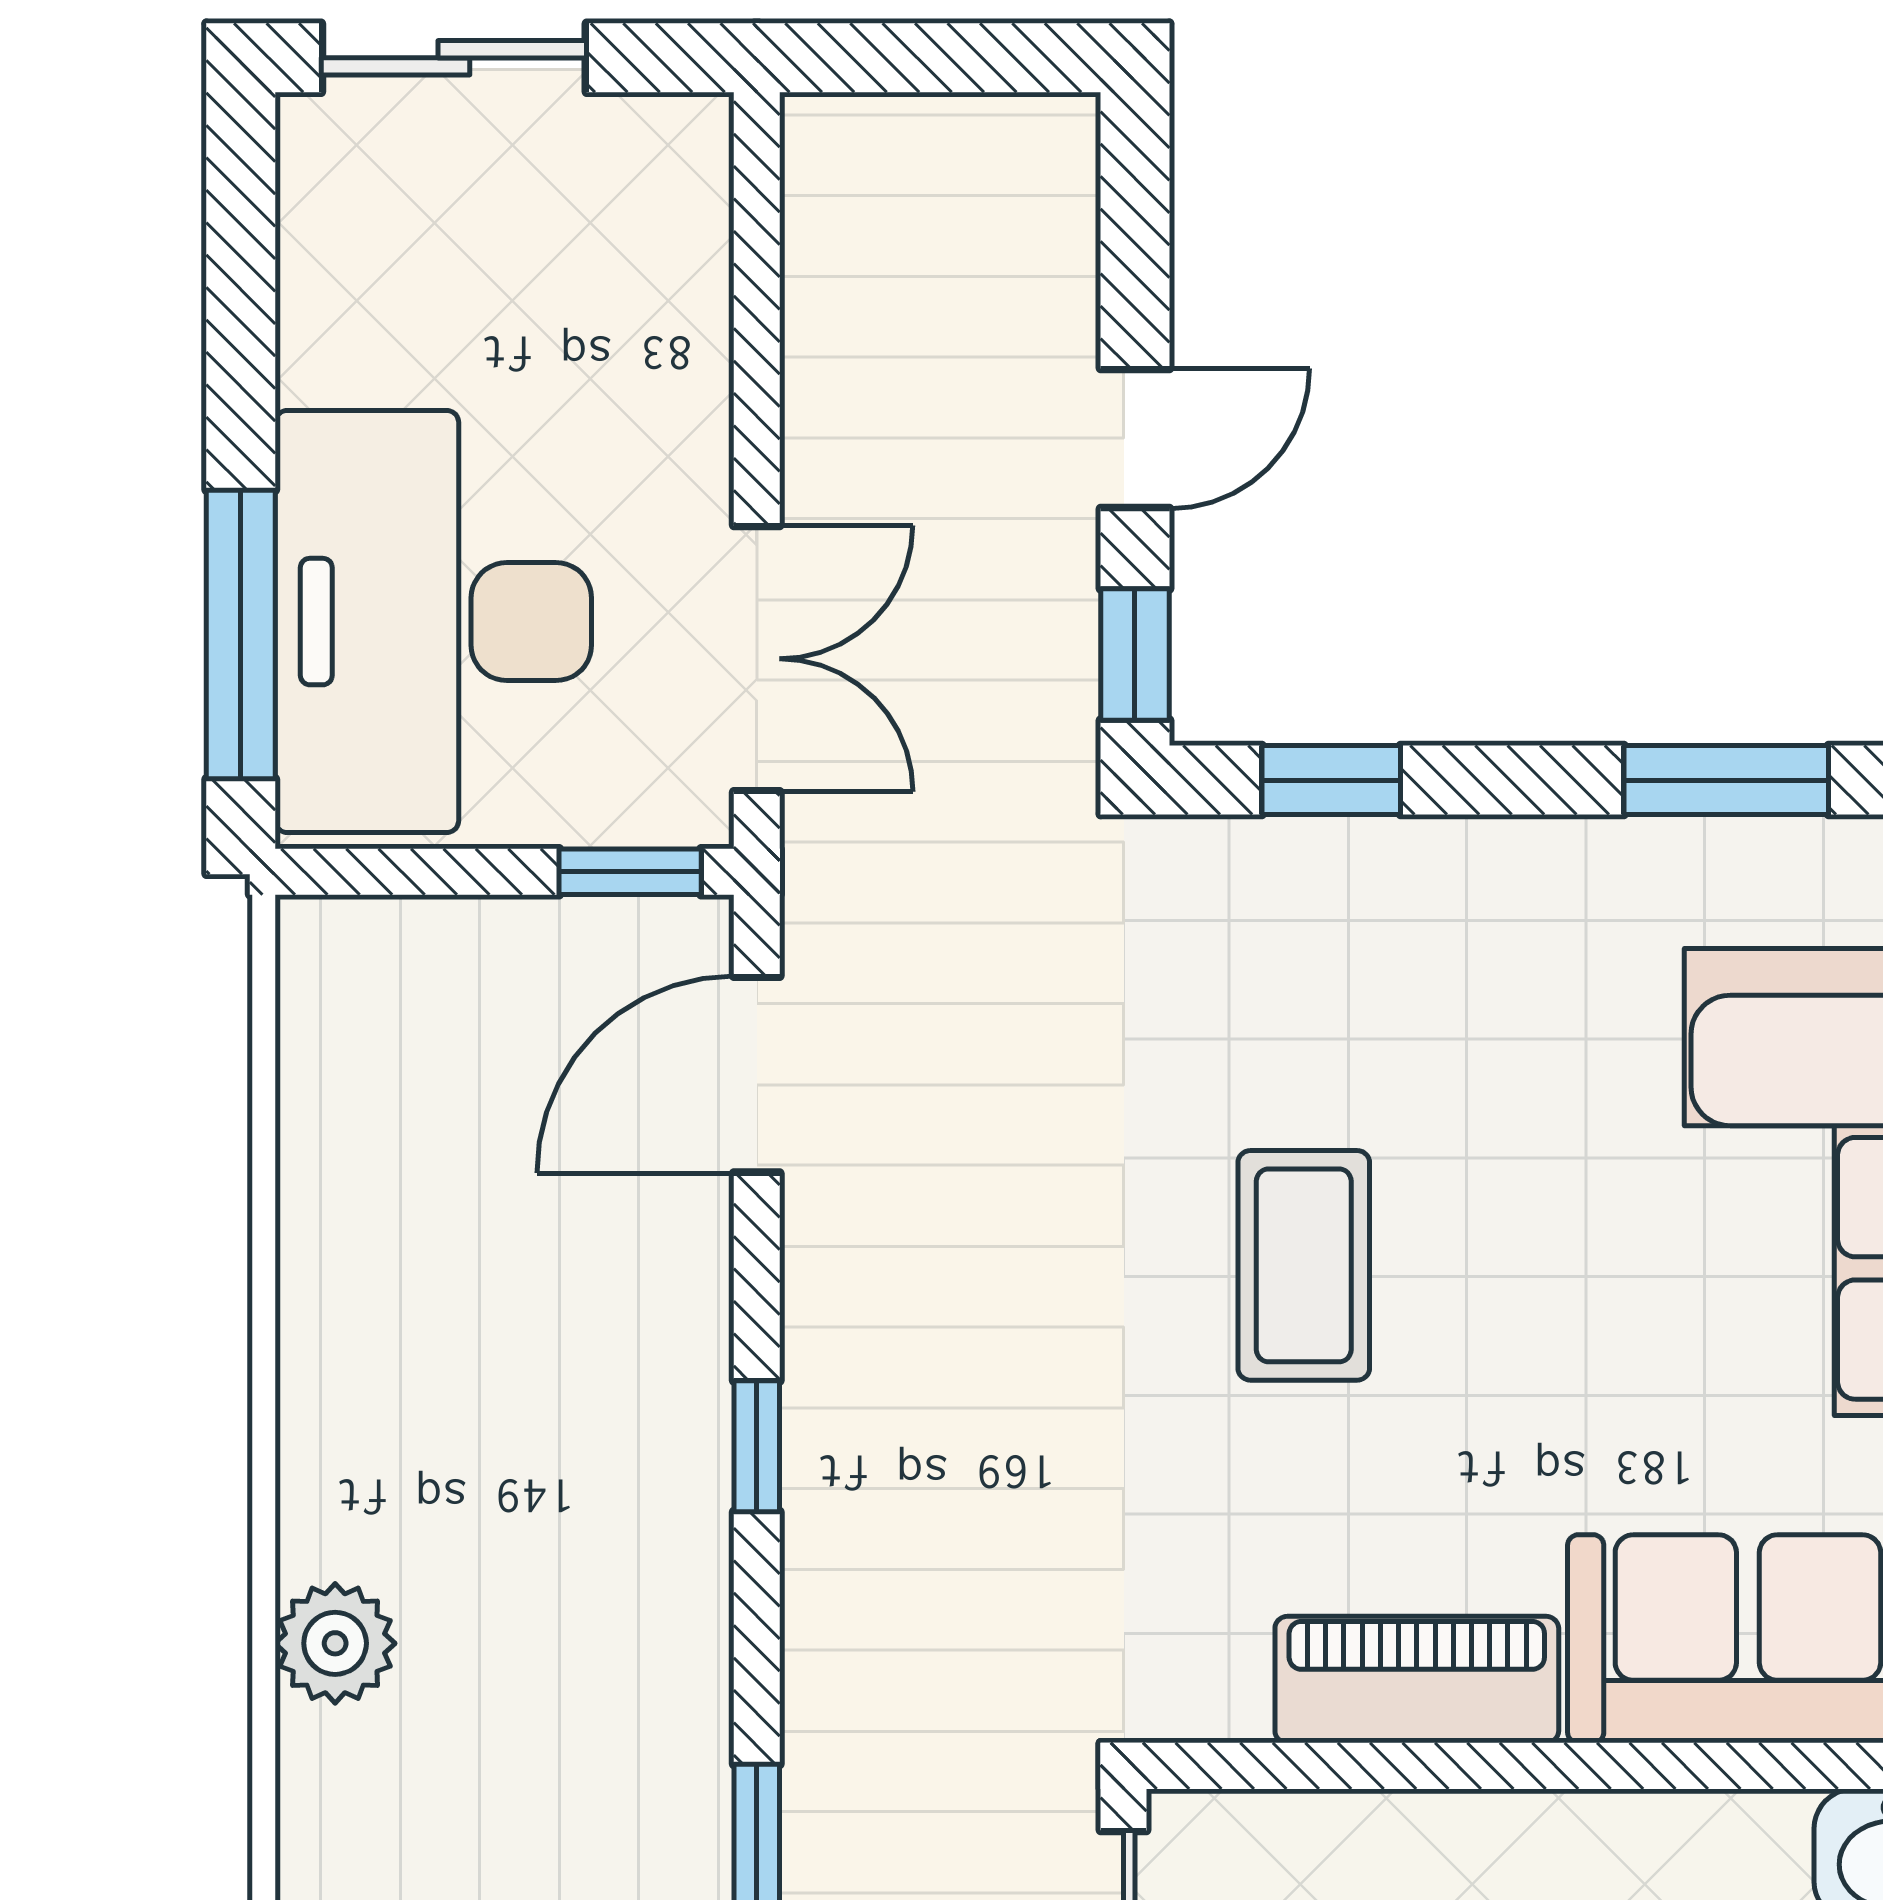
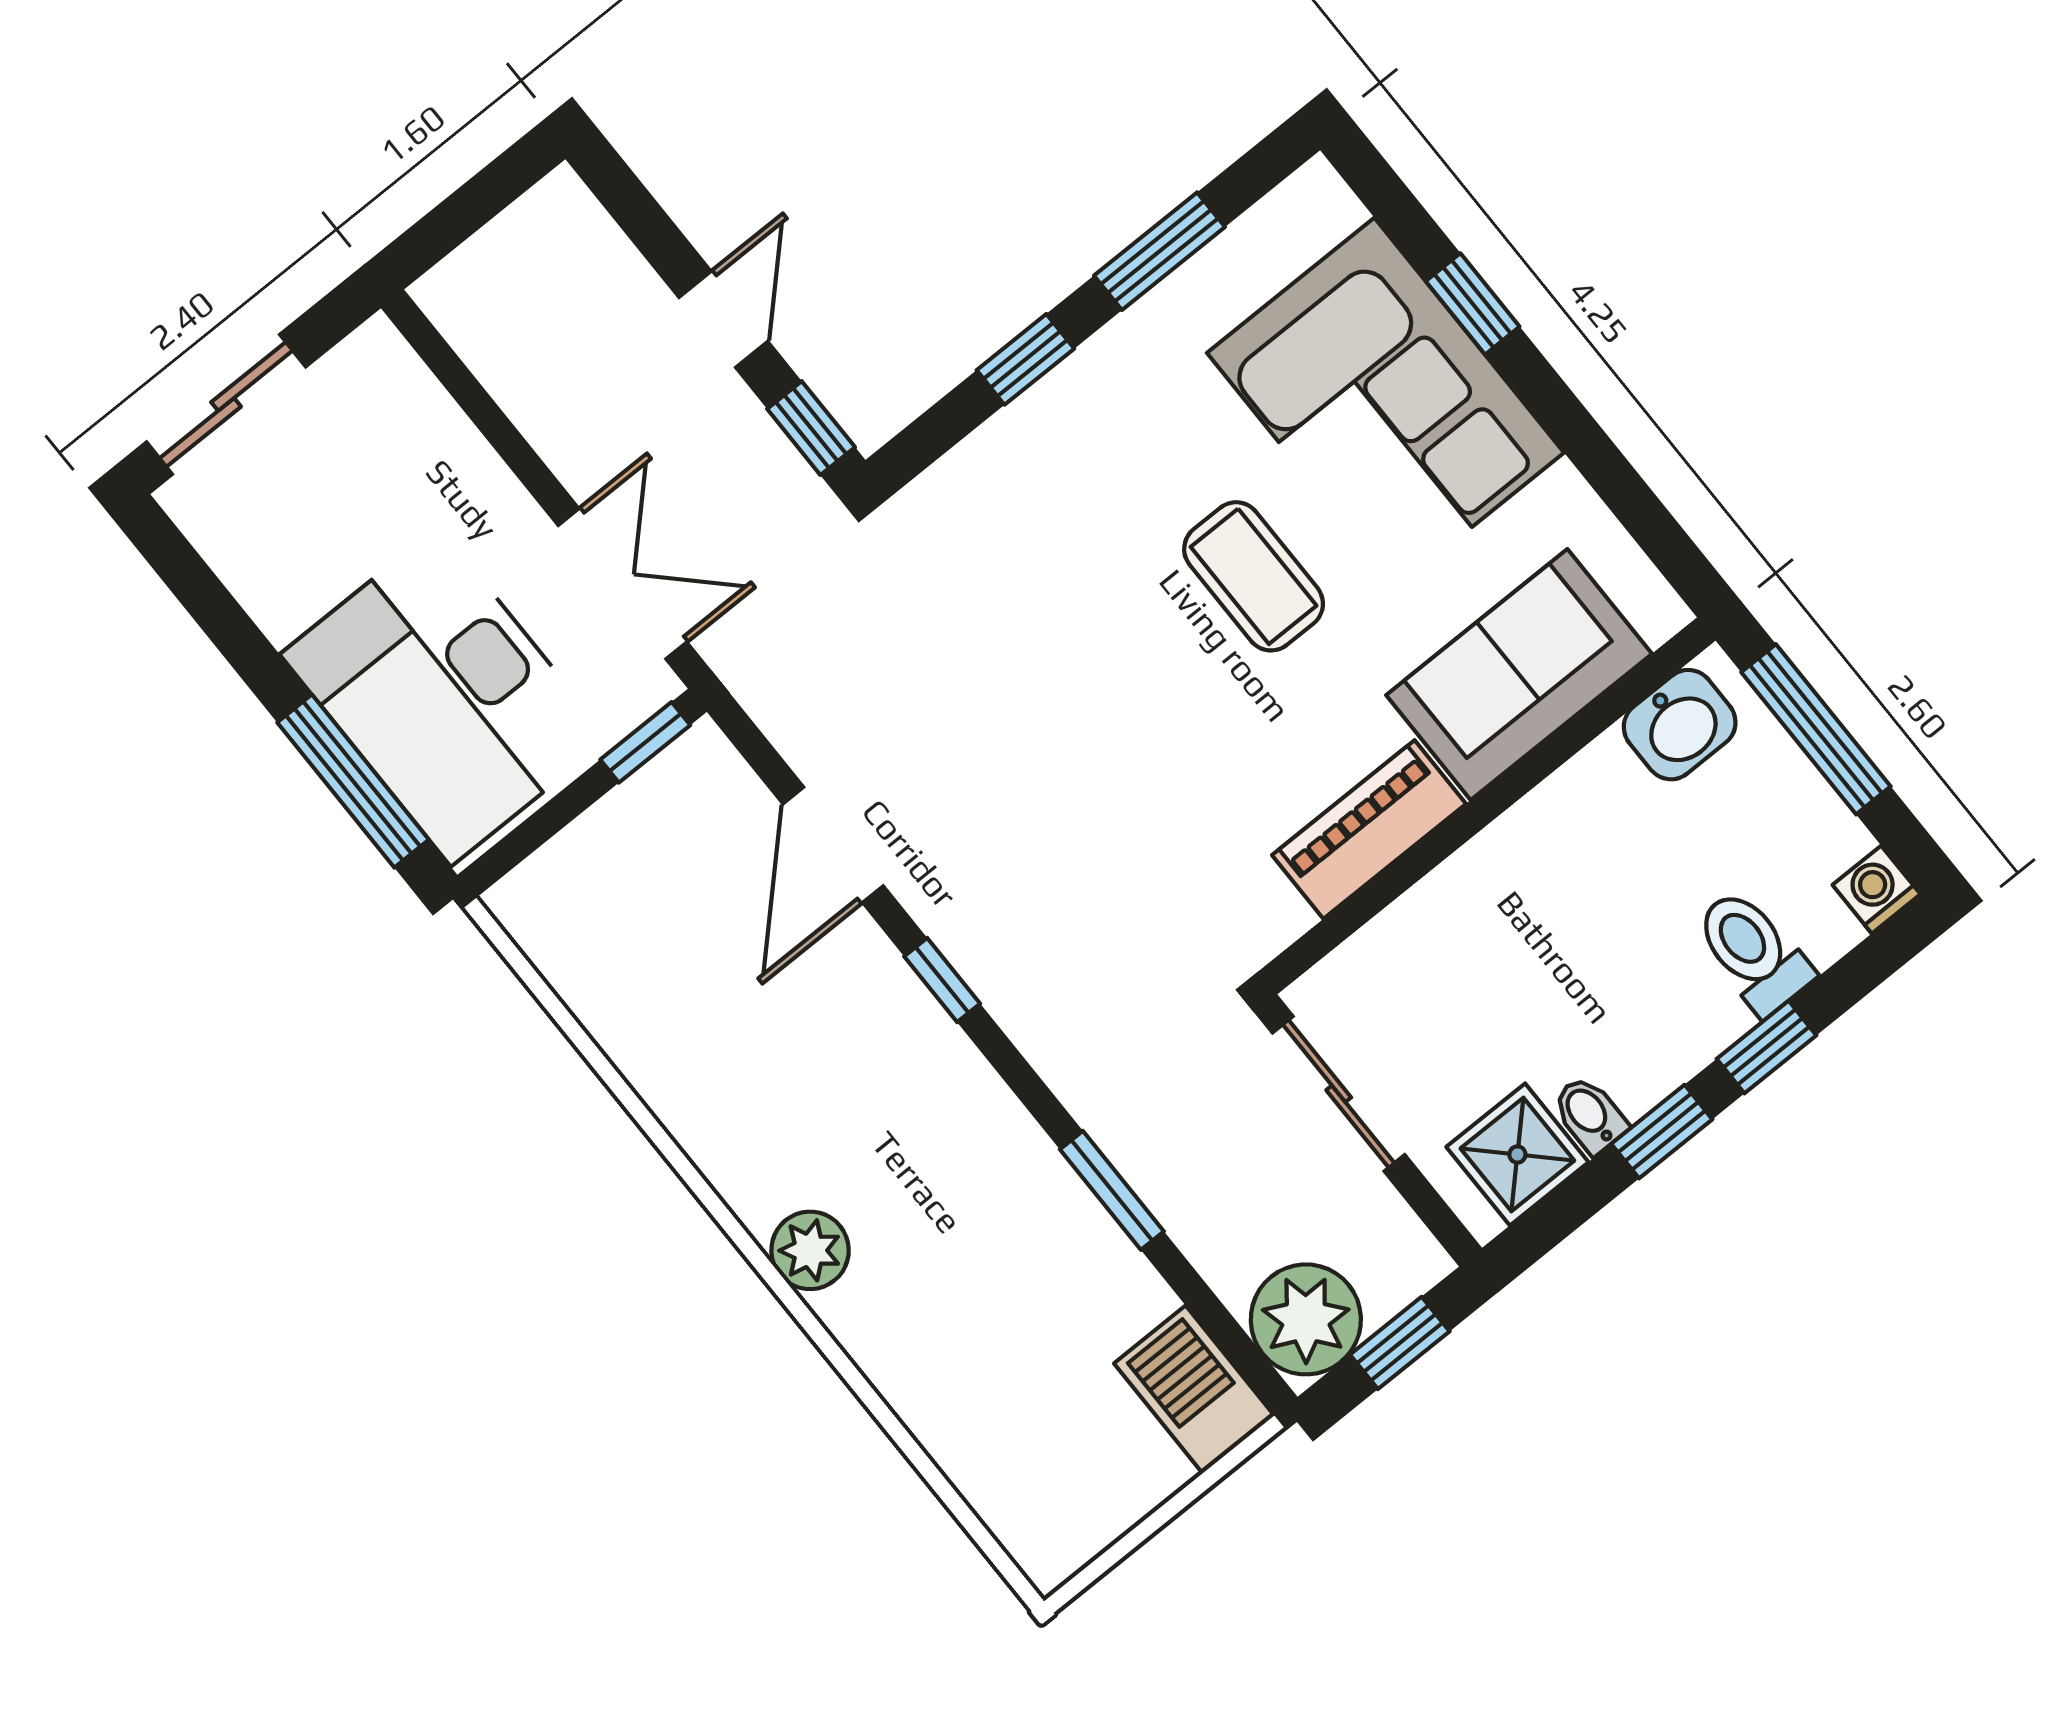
window: (1331, 780) -> (1025, 359), moved
door: (757, 1075) -> (833, 845), moved
coffee table: (1304, 1265) -> (1254, 576), moved

